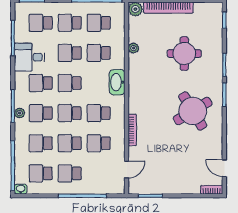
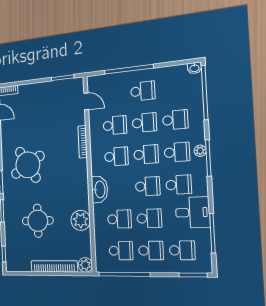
plant: (133, 48) -> (81, 220), width x1.88, depth x1.88
door: (127, 170) -> (86, 101), swing flipped
school desk: (41, 173) -> (173, 88), removed

